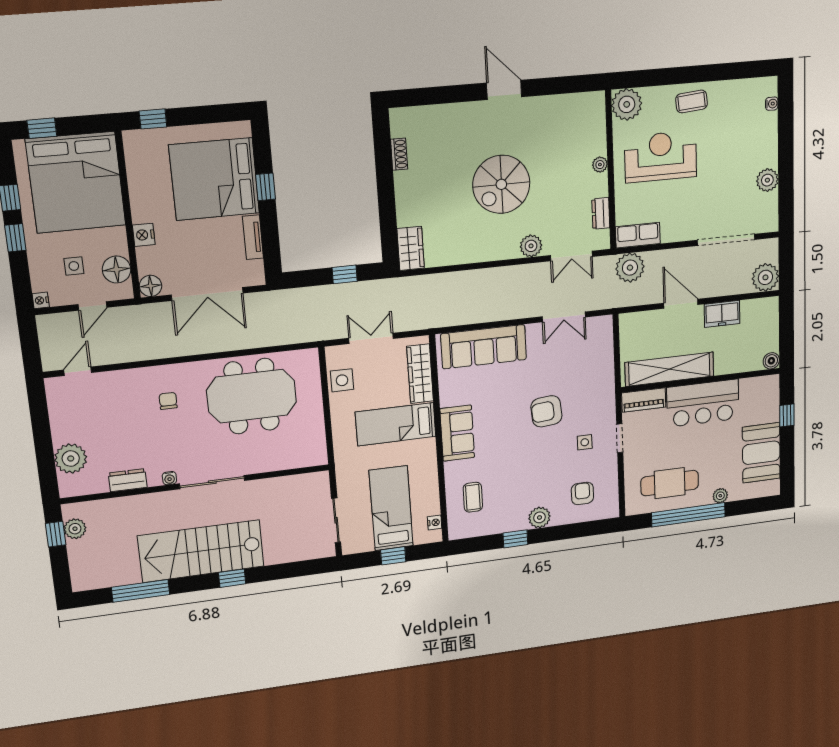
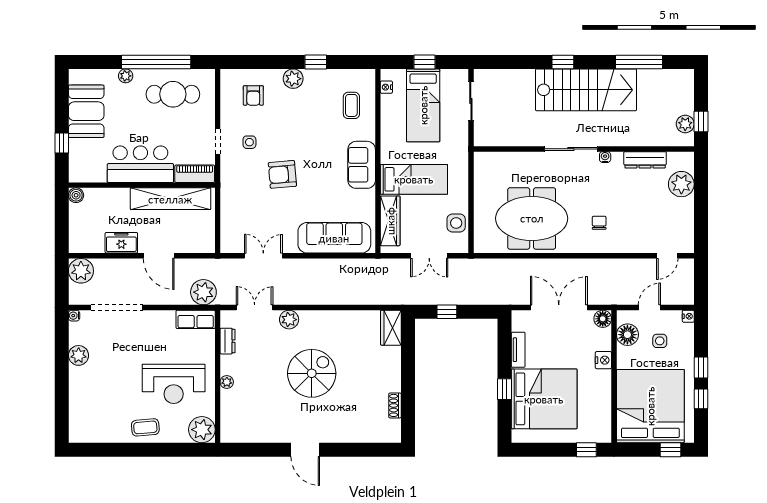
water cooler: (772, 104) -> (74, 316), moved
chair: (168, 401) -> (599, 223), turned 180
armchair: (546, 411) -> (282, 174), turned 180
dresser: (128, 480) -> (645, 160), width x1.44

